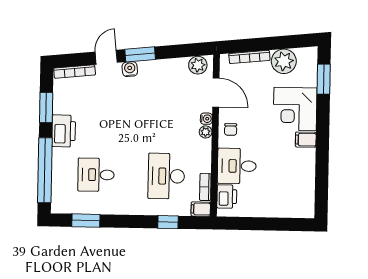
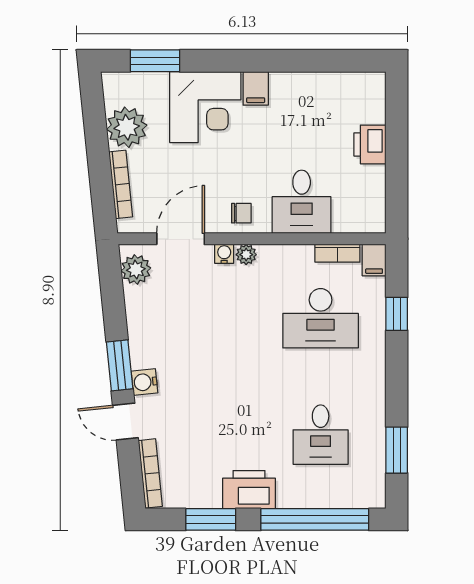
printer: (227, 197) -> (370, 144), moved, turned -90

